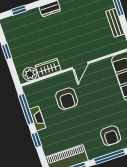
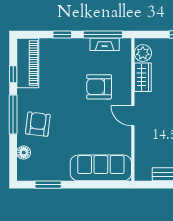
fireplace: (37, 118) -> (105, 44), moved
armchair: (111, 136) -> (38, 124), turned 97

